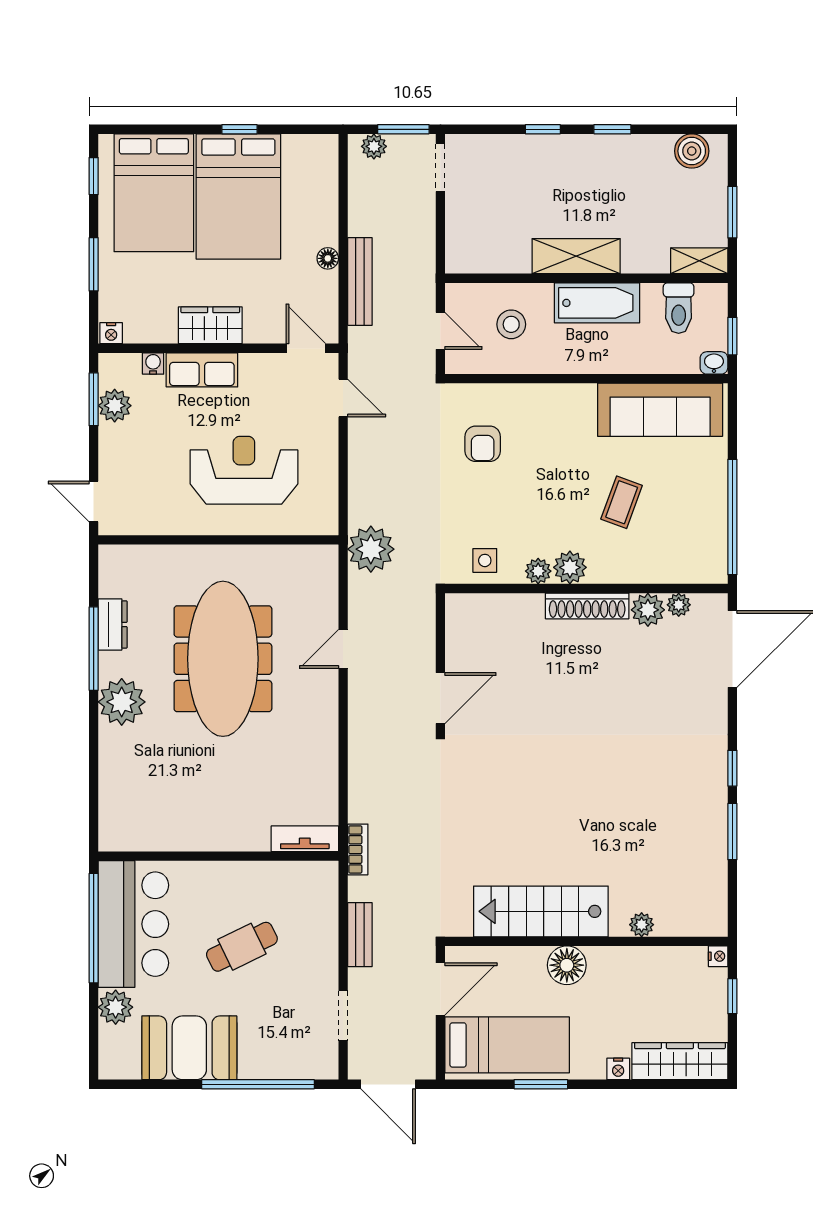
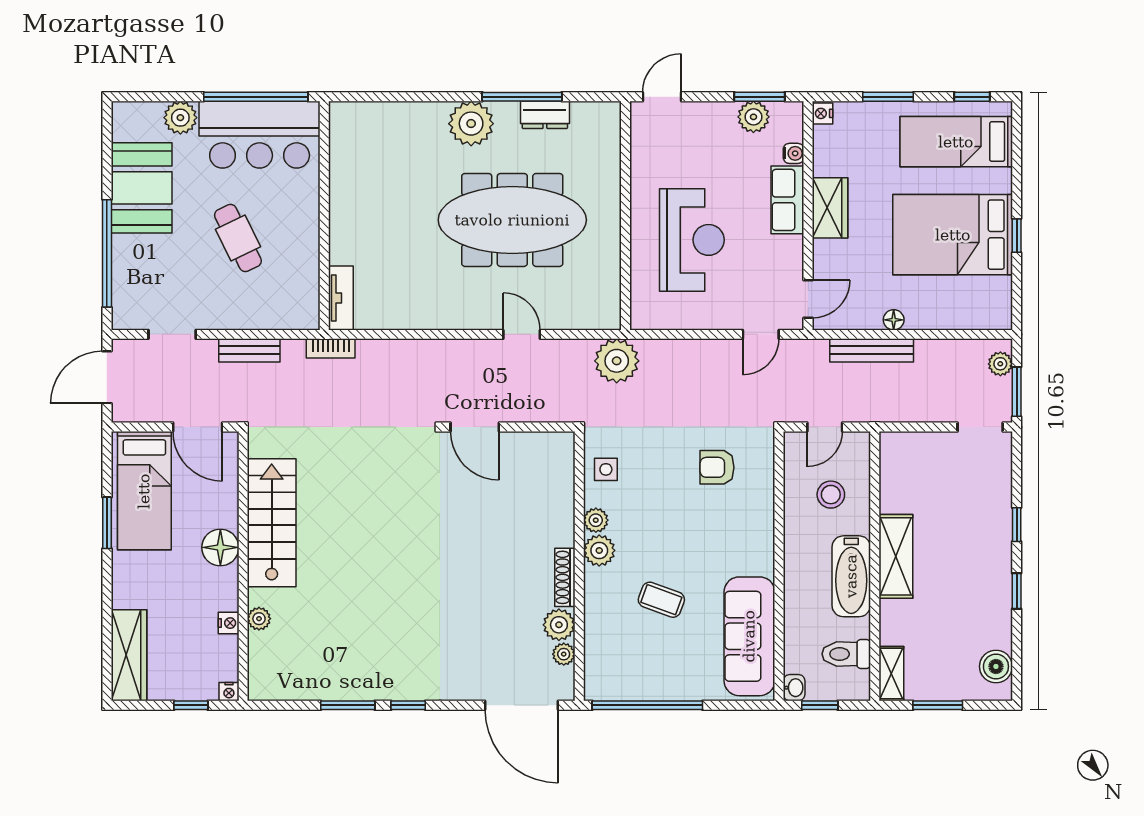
bed: (154, 193) -> (956, 142), width x0.67
shoe rack: (587, 606) -> (565, 577), width x0.74, depth x0.81
nightstand: (618, 1069) -> (229, 623), moved, turned 180

